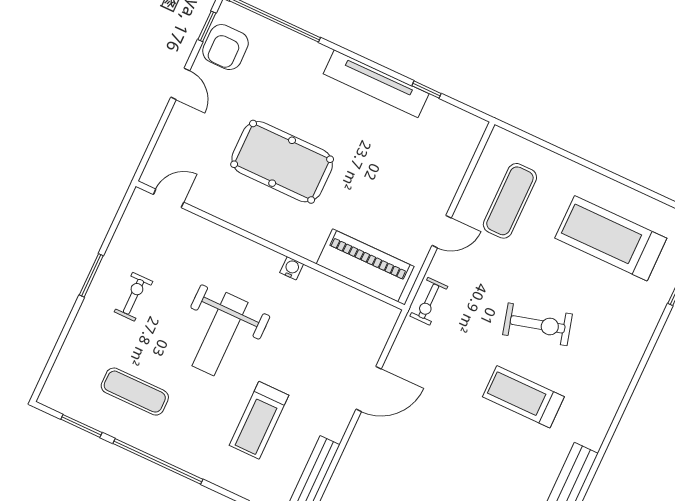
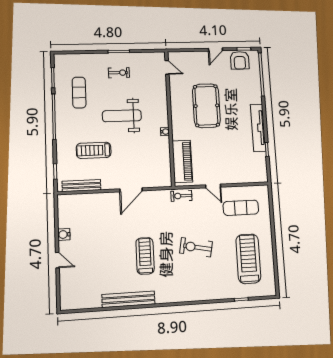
armchair: (225, 47) -> (240, 60), turned -90
exercise bike: (538, 324) -> (196, 247), turned 116
door: (369, 389) -> (131, 190), hinge flipped
treadmill: (523, 397) -> (145, 256), moved

